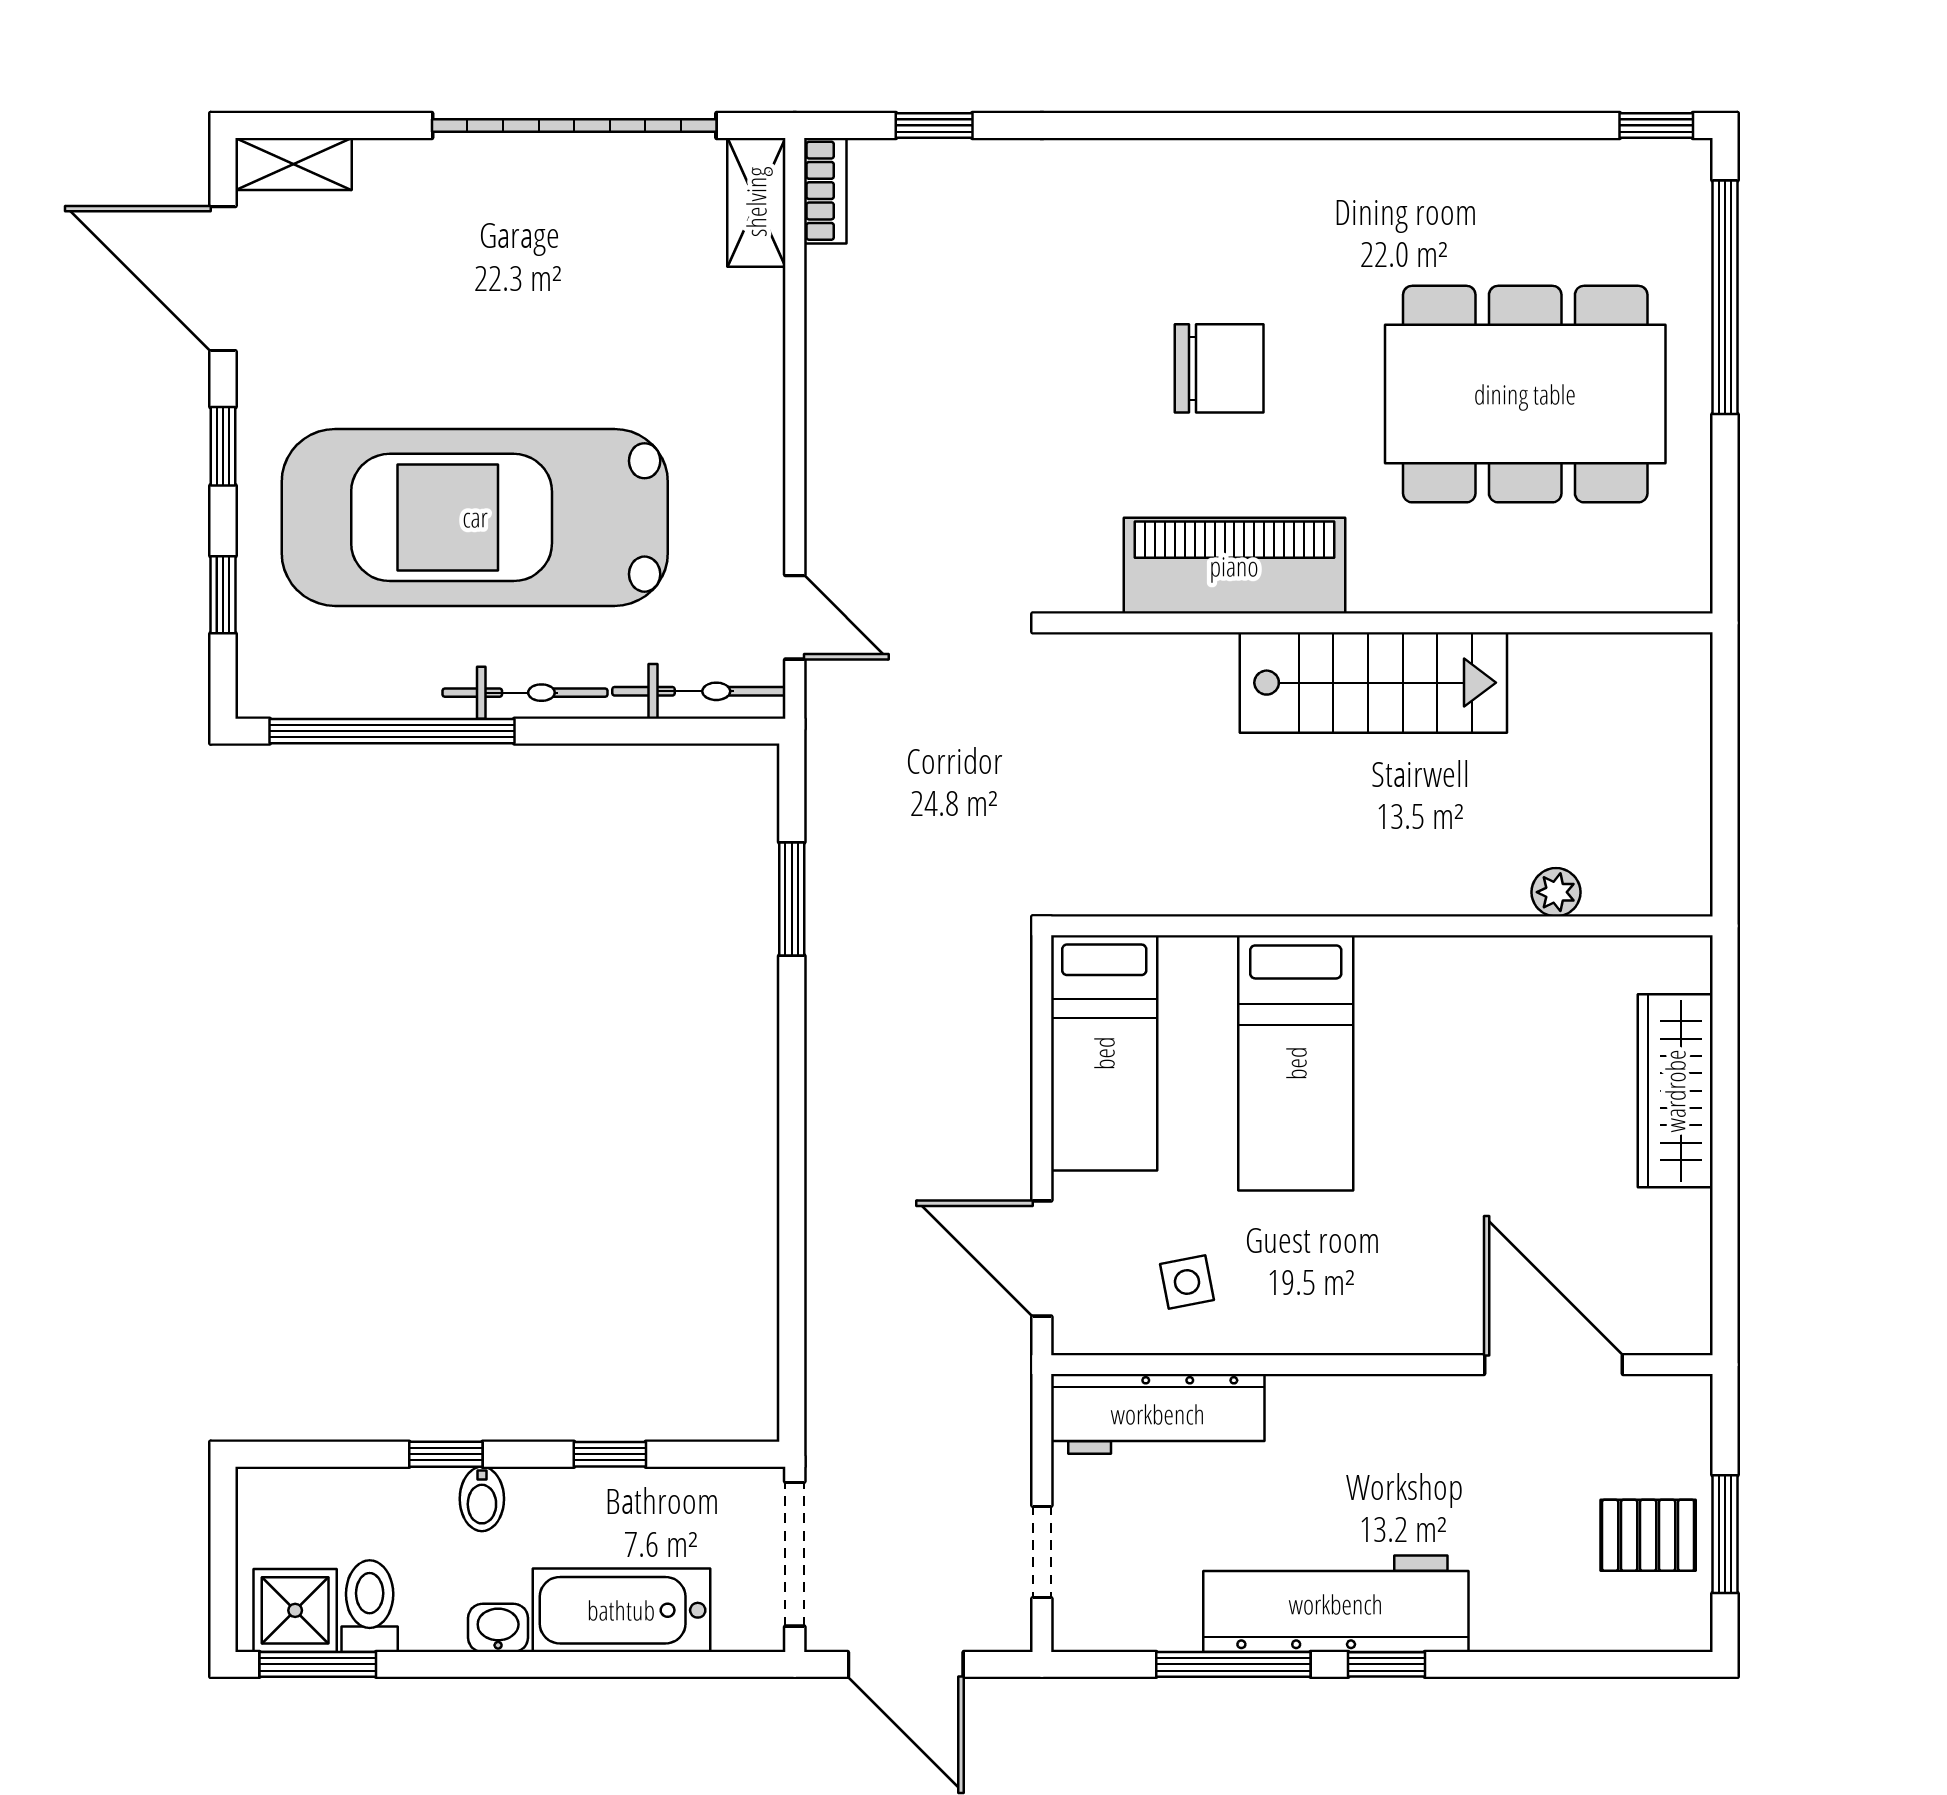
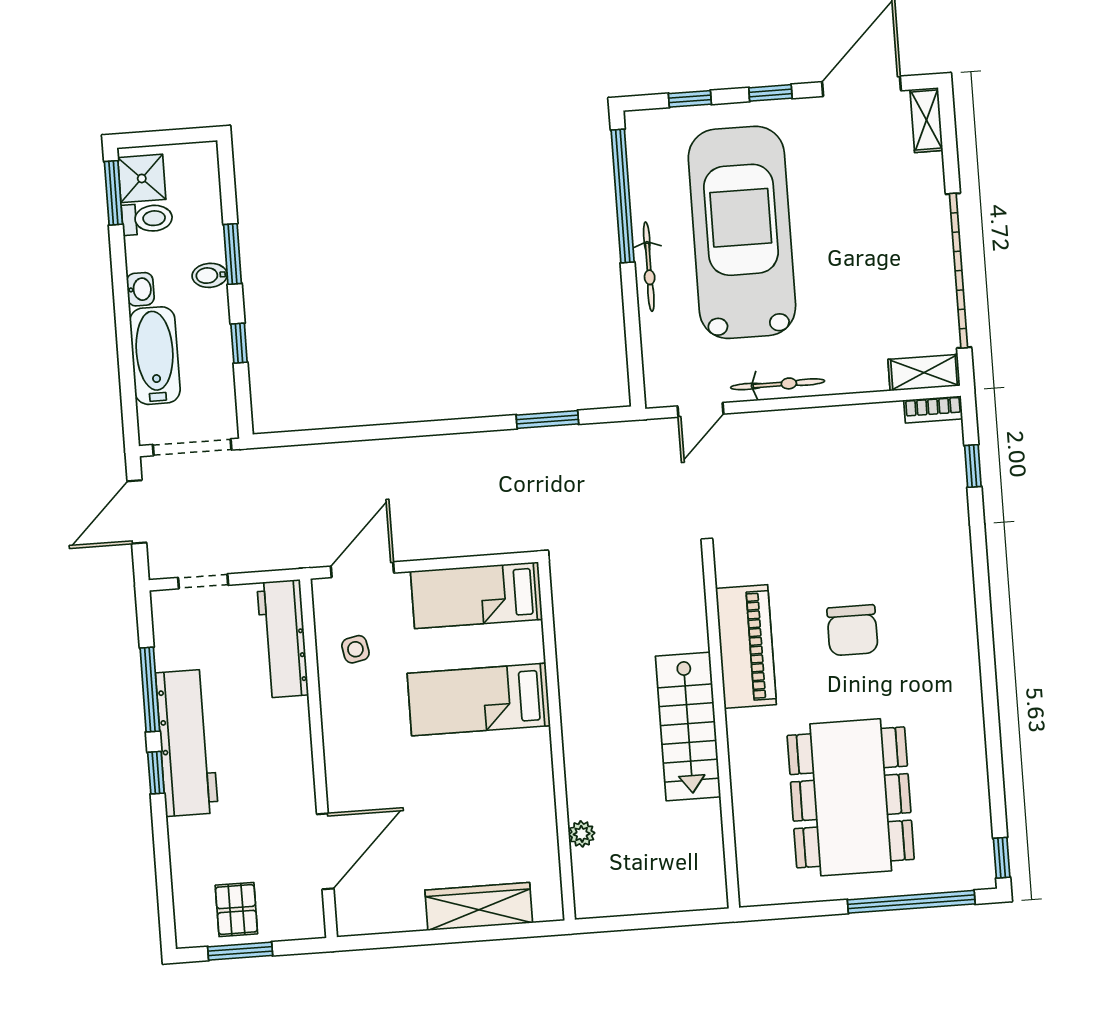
bicycle: (699, 691) -> (778, 384), moved, turned -90
window: (446, 1454) -> (232, 254), width x1.50

